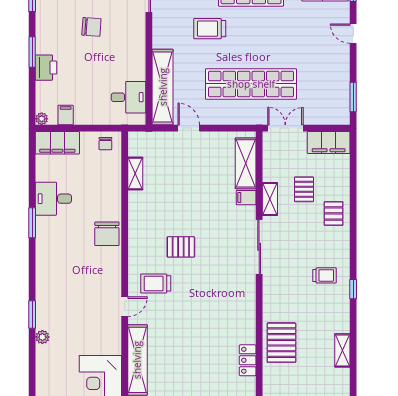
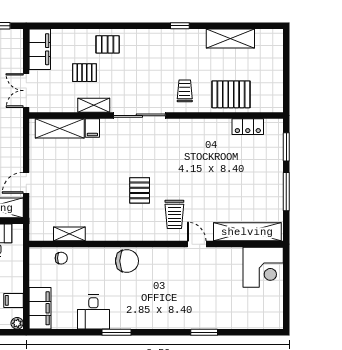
chair: (105, 144) -> (61, 258), moved
trolley: (325, 275) -> (185, 91), moved
plant: (42, 337) -> (226, 323), removed
shelving: (342, 350) -> (230, 39), width x1.50, depth x1.33

